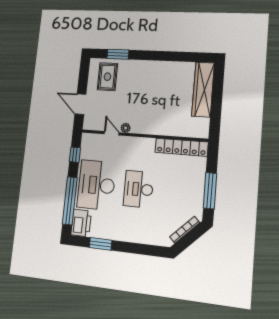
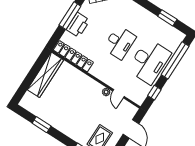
window: (176, 56) -> (42, 125), added
wardrobe: (203, 89) -> (45, 75), moved
printer: (81, 223) -> (78, 25), moved, turned 180

